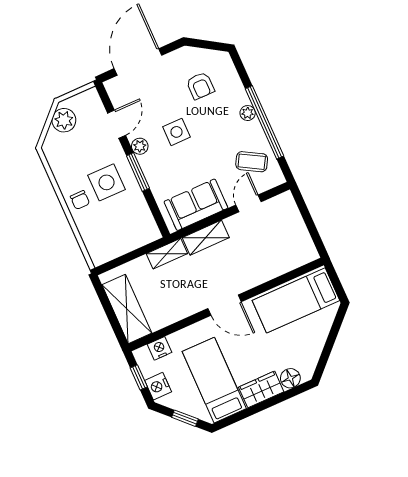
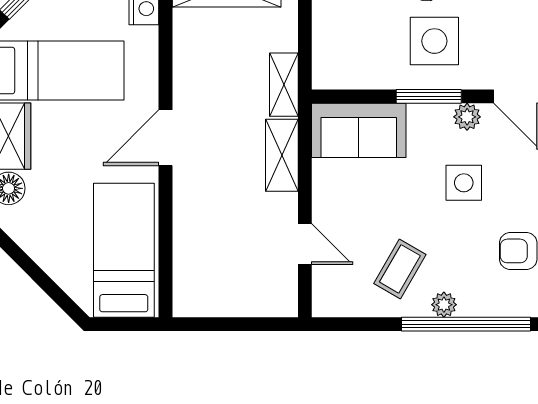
window: (264, 122) -> (466, 324), moved
coffee table: (252, 162) -> (400, 269), moved
sofa: (196, 205) -> (359, 130), moved, turned 90

